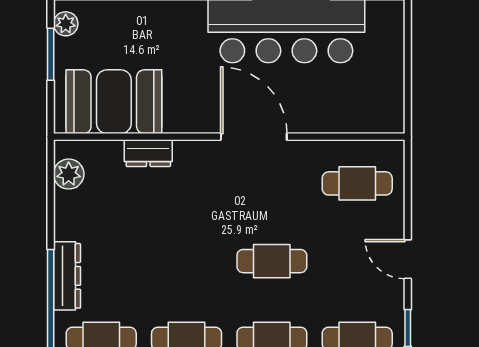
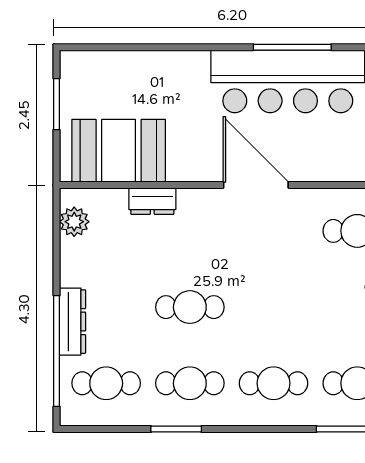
plant: (66, 24) -> (71, 74), removed
cafe table: (272, 261) -> (190, 307), moved

